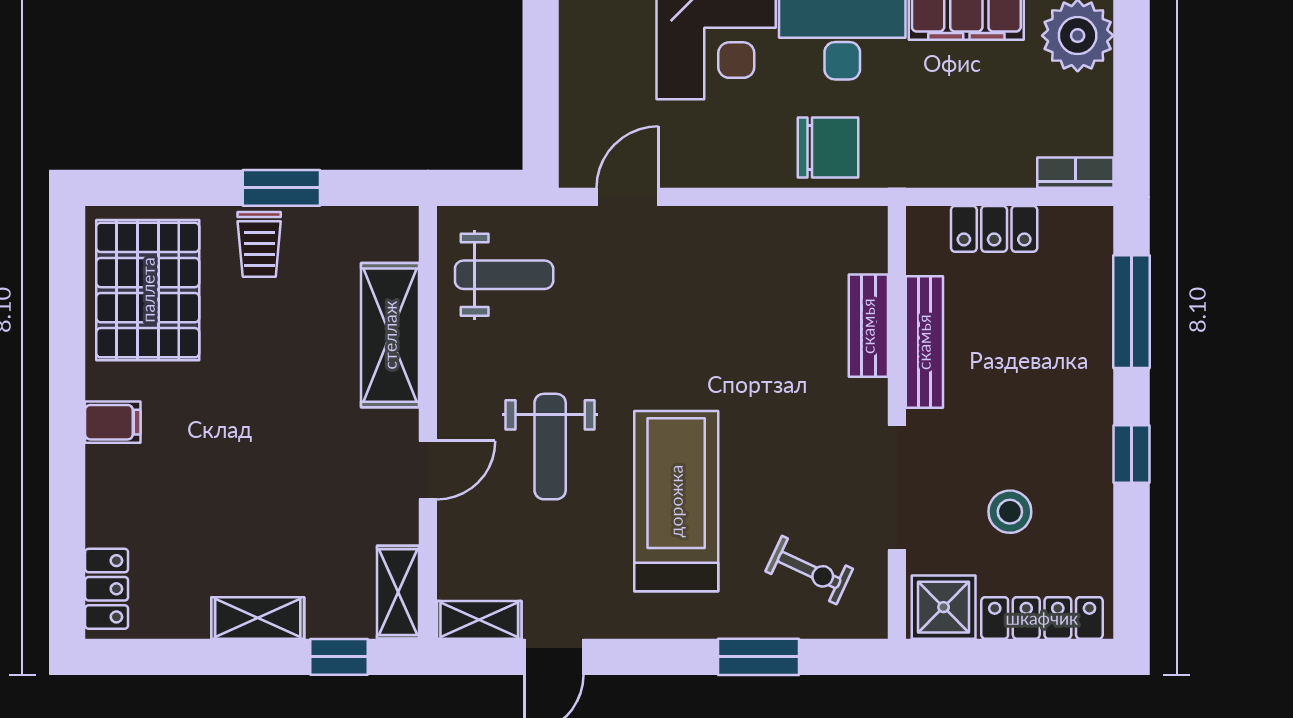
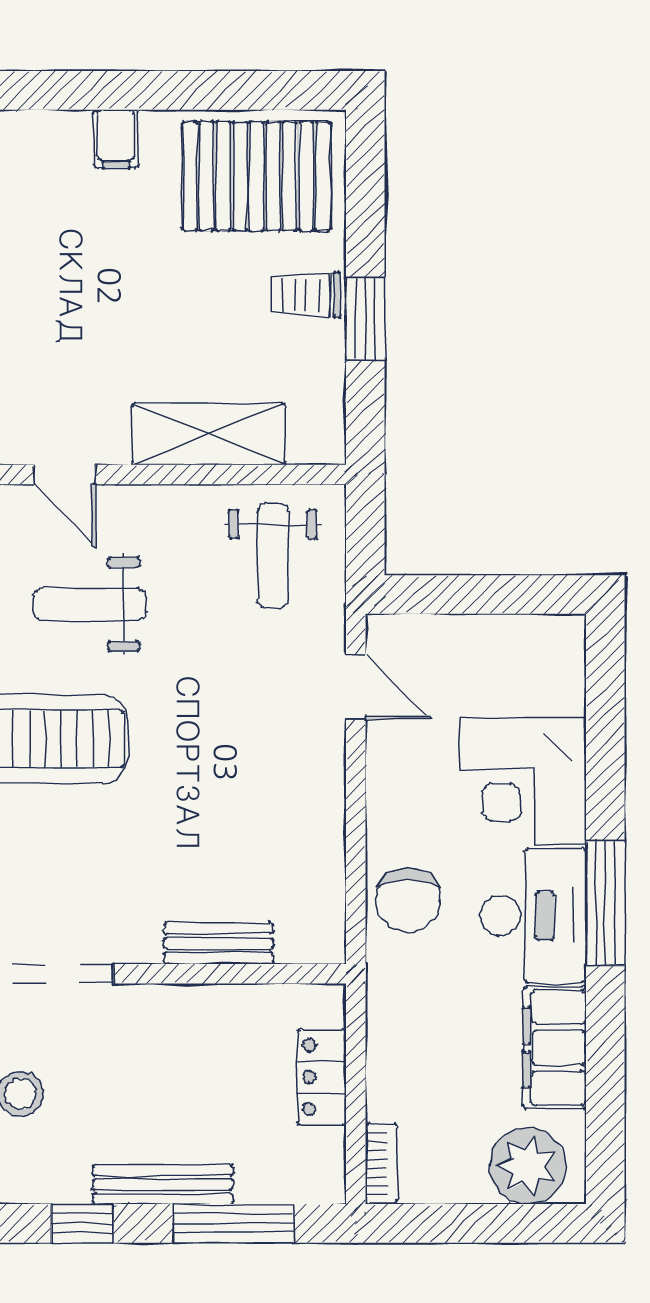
bench: (924, 342) -> (163, 1185), moved

